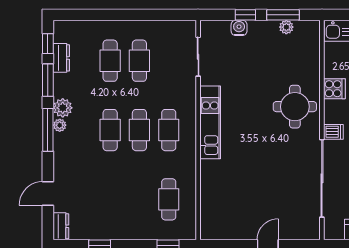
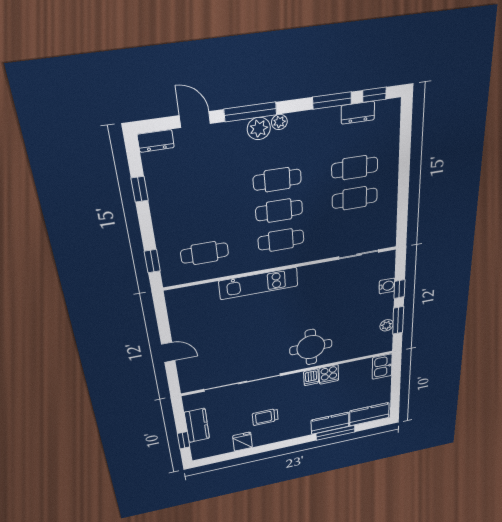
plant: (63, 108) -> (259, 129), moved
kitchen unit: (210, 122) -> (259, 284), moved
window: (48, 130) -> (250, 112), moved
dishwasher: (333, 132) -> (311, 377), moved

